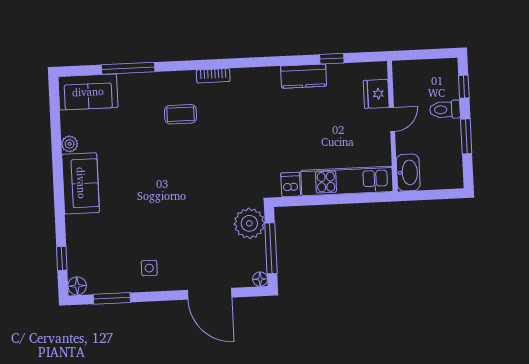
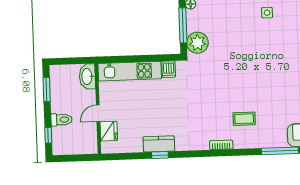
window: (332, 59) -> (160, 155), moved
window: (466, 136) -> (47, 89), moved

